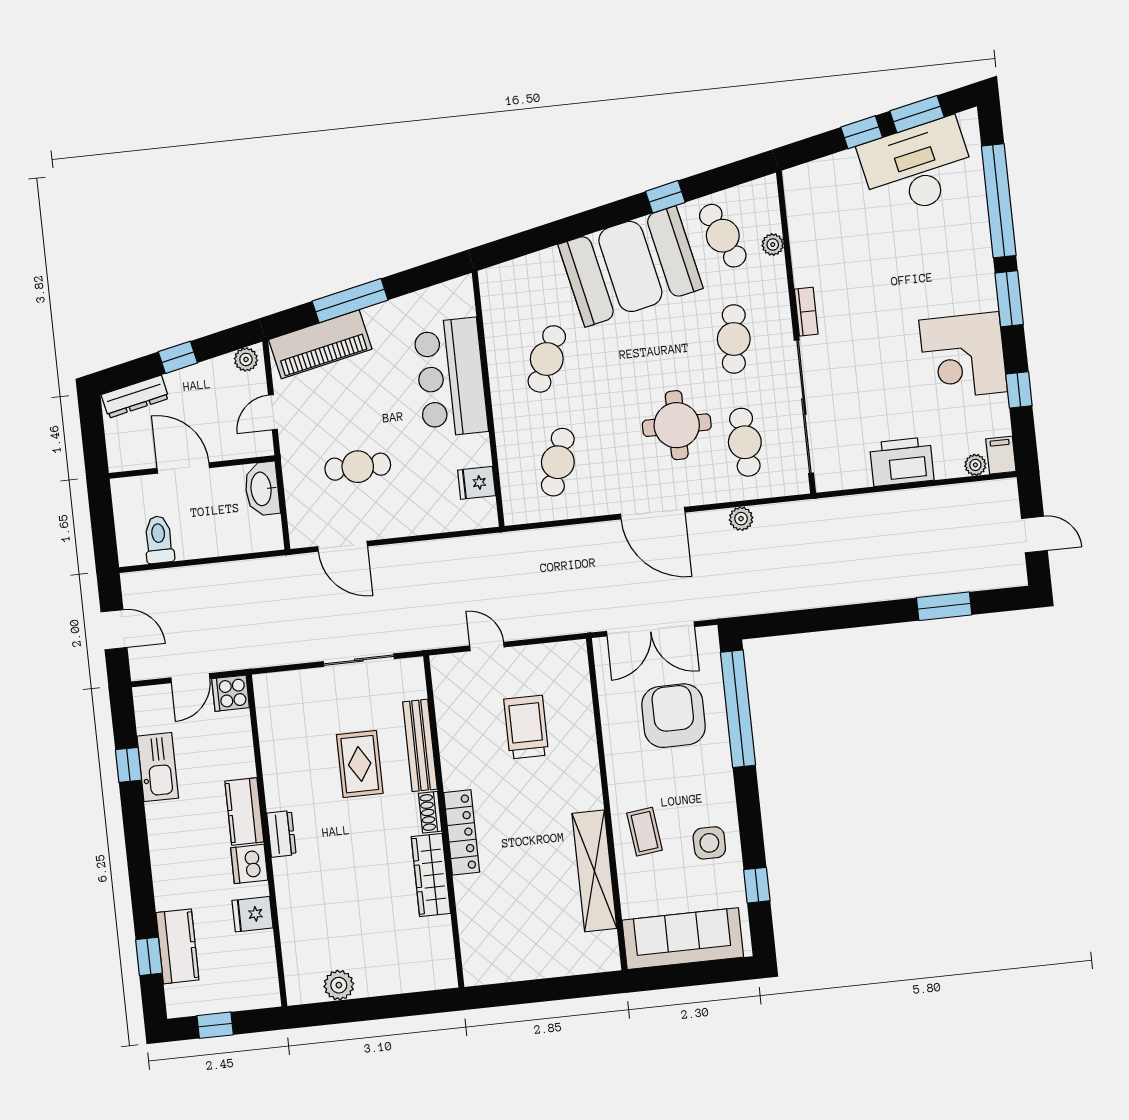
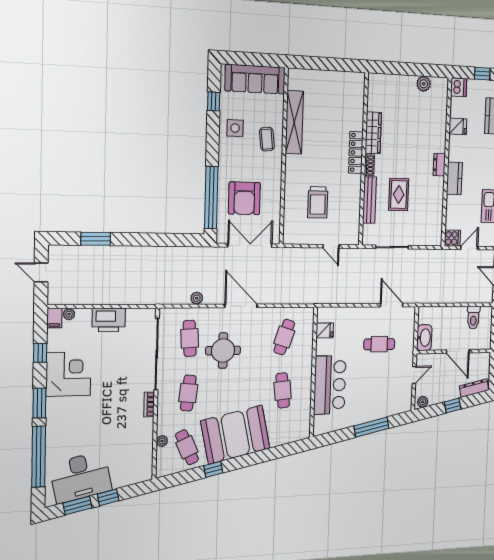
piano: (320, 344) -> (388, 407), removed
cafe table: (547, 359) -> (283, 390), turned -30
dishwasher: (249, 864) -> (459, 87), moved

